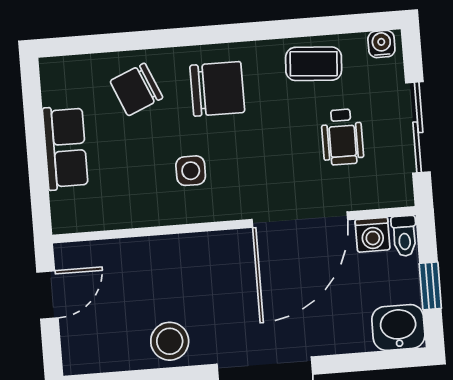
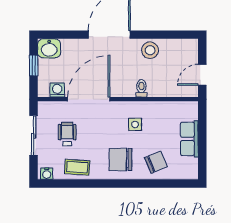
toilet: (404, 236) -> (141, 88), moved

